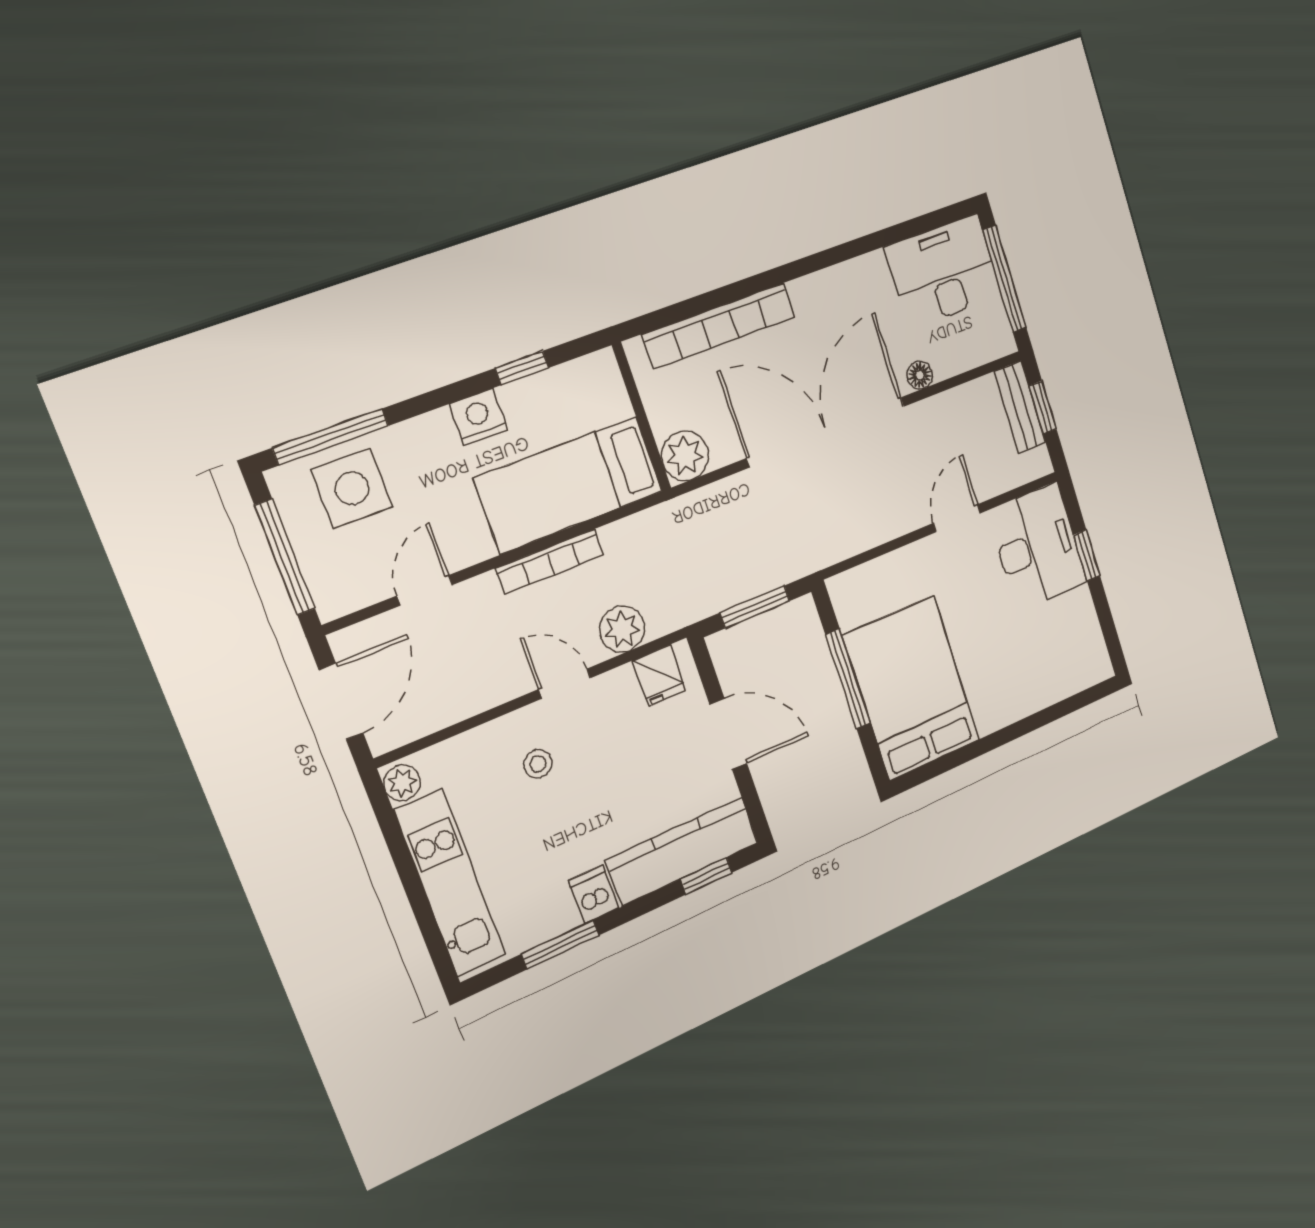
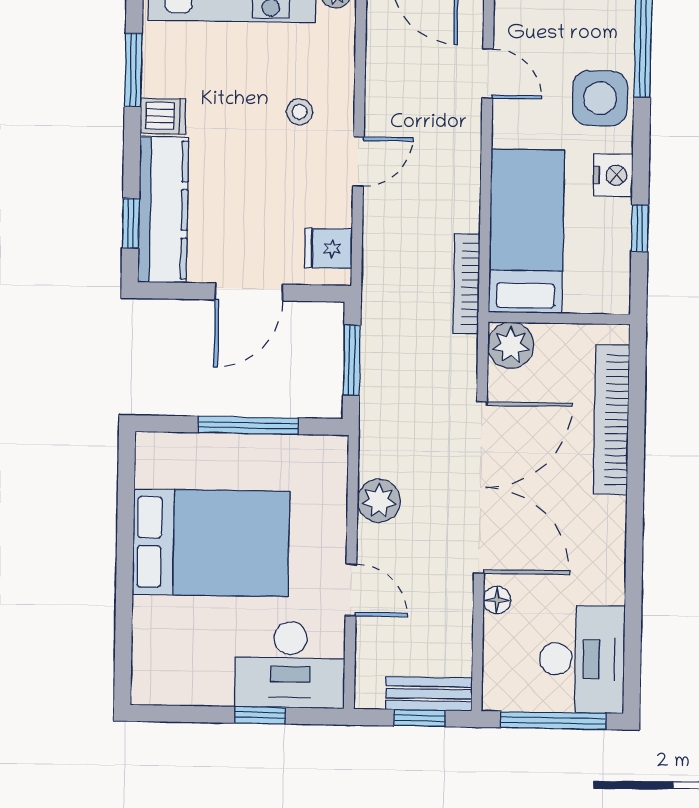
side table: (352, 488) -> (600, 98), moved
bookcase: (550, 561) -> (466, 284), moved
plant: (622, 629) -> (379, 501), moved
bed: (912, 688) -> (211, 543), moved

